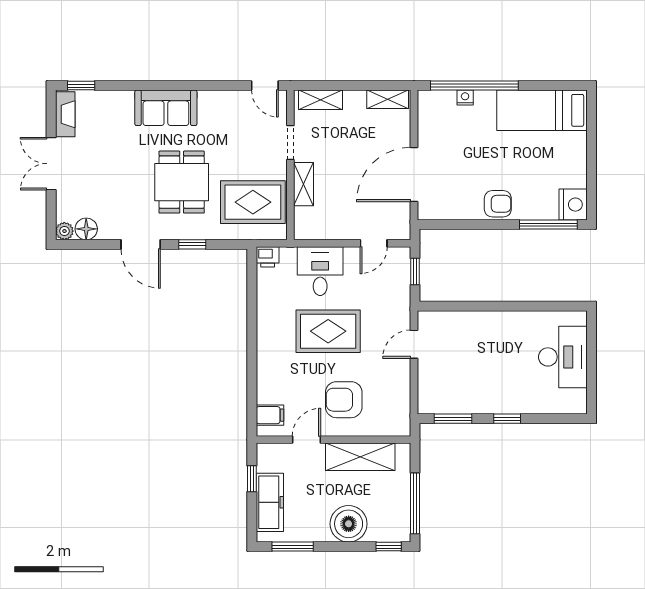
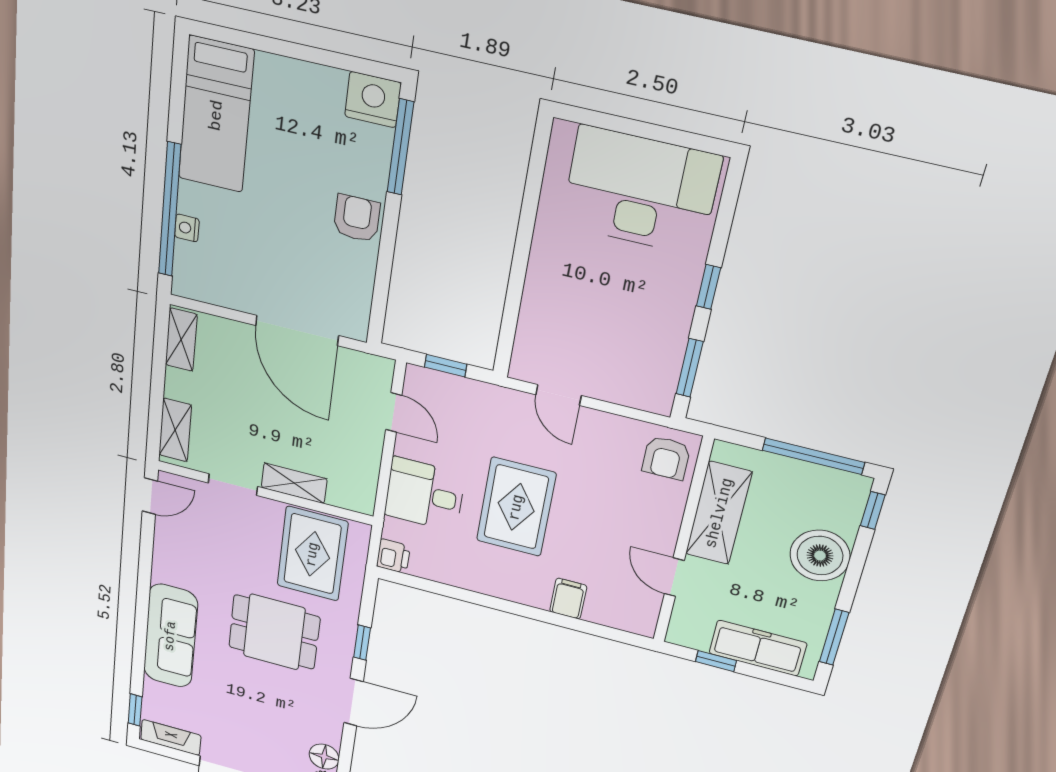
sofa: (166, 108) -> (170, 636), width x1.36
desk: (563, 357) -> (641, 191), width x1.36, depth x1.30
armchair: (344, 400) -> (666, 458), moved, width x0.72, depth x0.72
filing cabinet: (270, 415) -> (568, 599), moved

